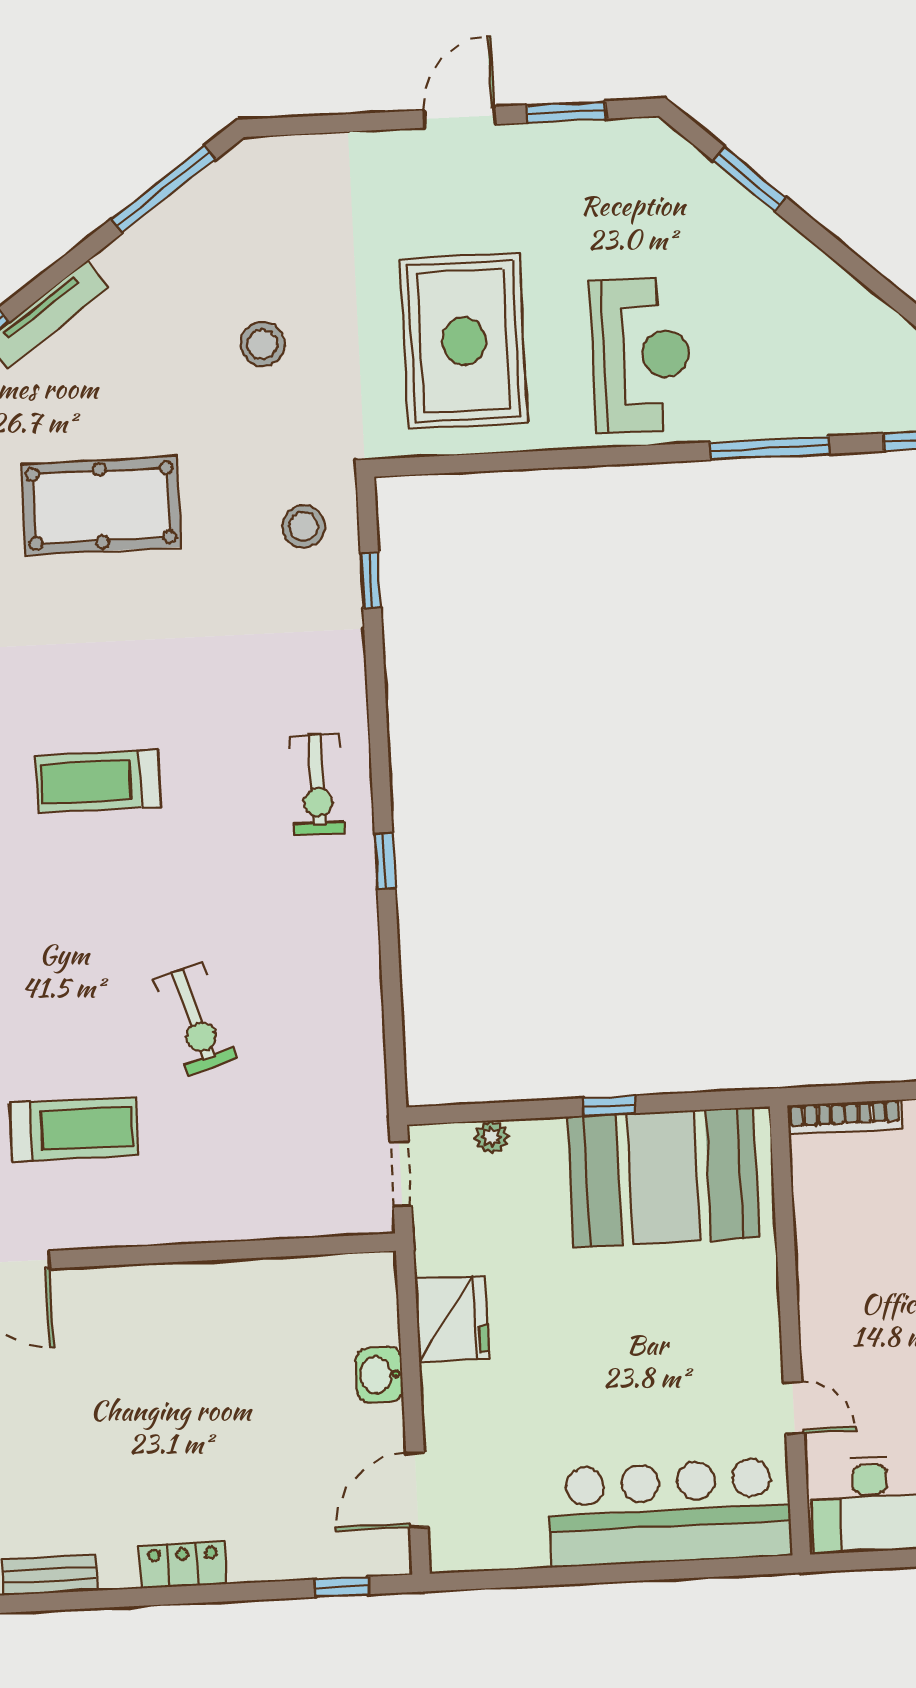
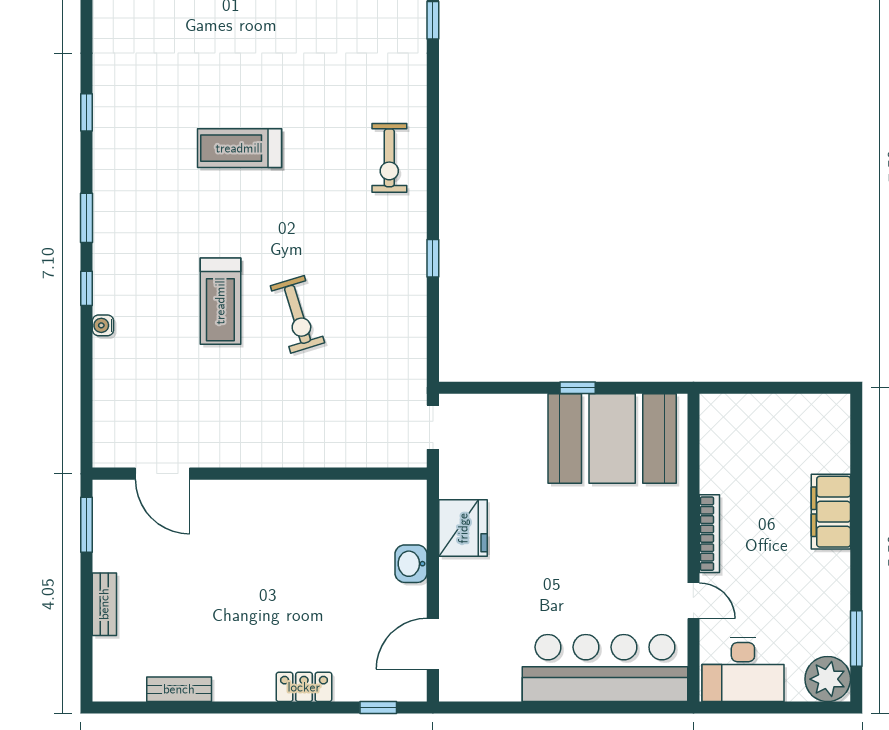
window: (385, 861) -> (433, 258), moved
bookcase: (845, 1117) -> (709, 534), moved, turned -90
treadmill: (74, 1129) -> (220, 301), moved, turned 90
plant: (492, 1137) -> (496, 405), removed
locker: (183, 1565) -> (304, 687), moved

